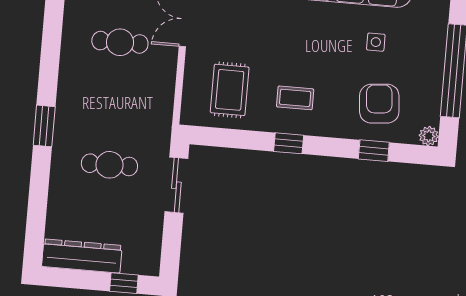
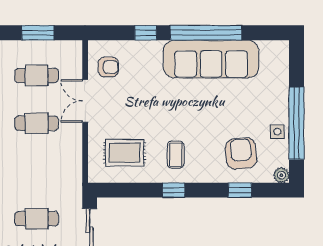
side table: (376, 42) -> (277, 132), moved
rug: (230, 90) -> (125, 153), turned 90
coffee table: (295, 98) -> (176, 155), turned 90

